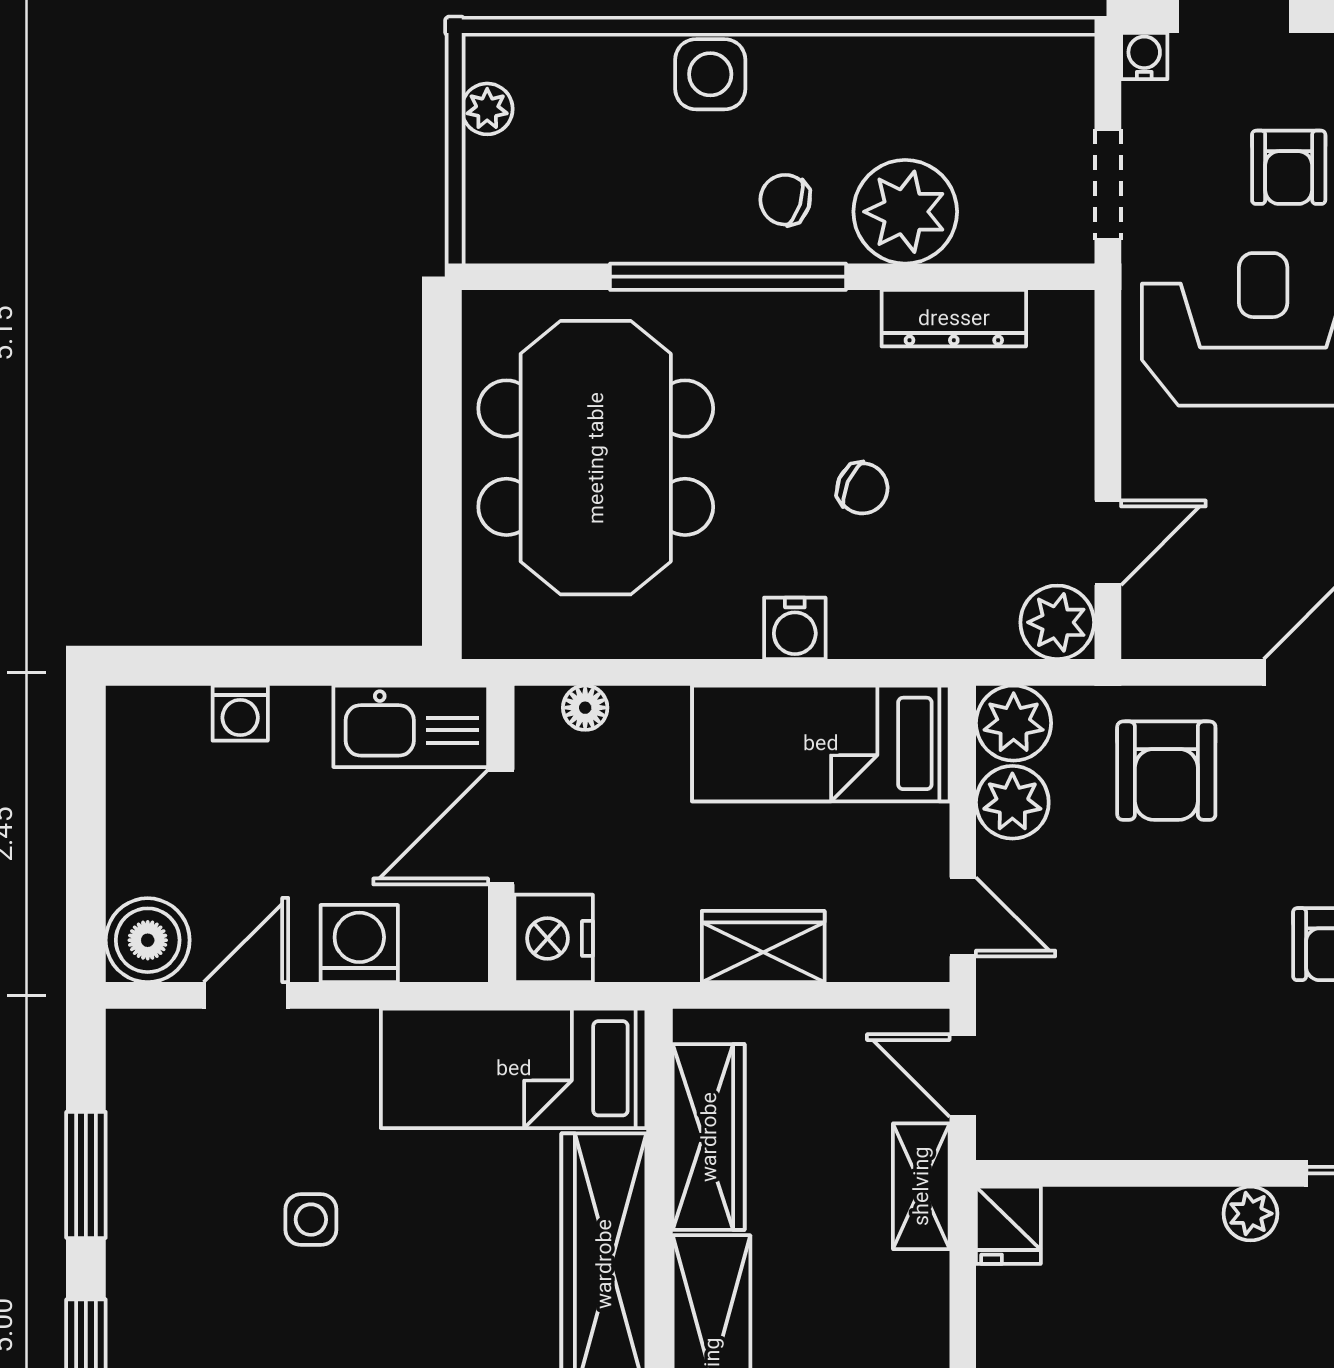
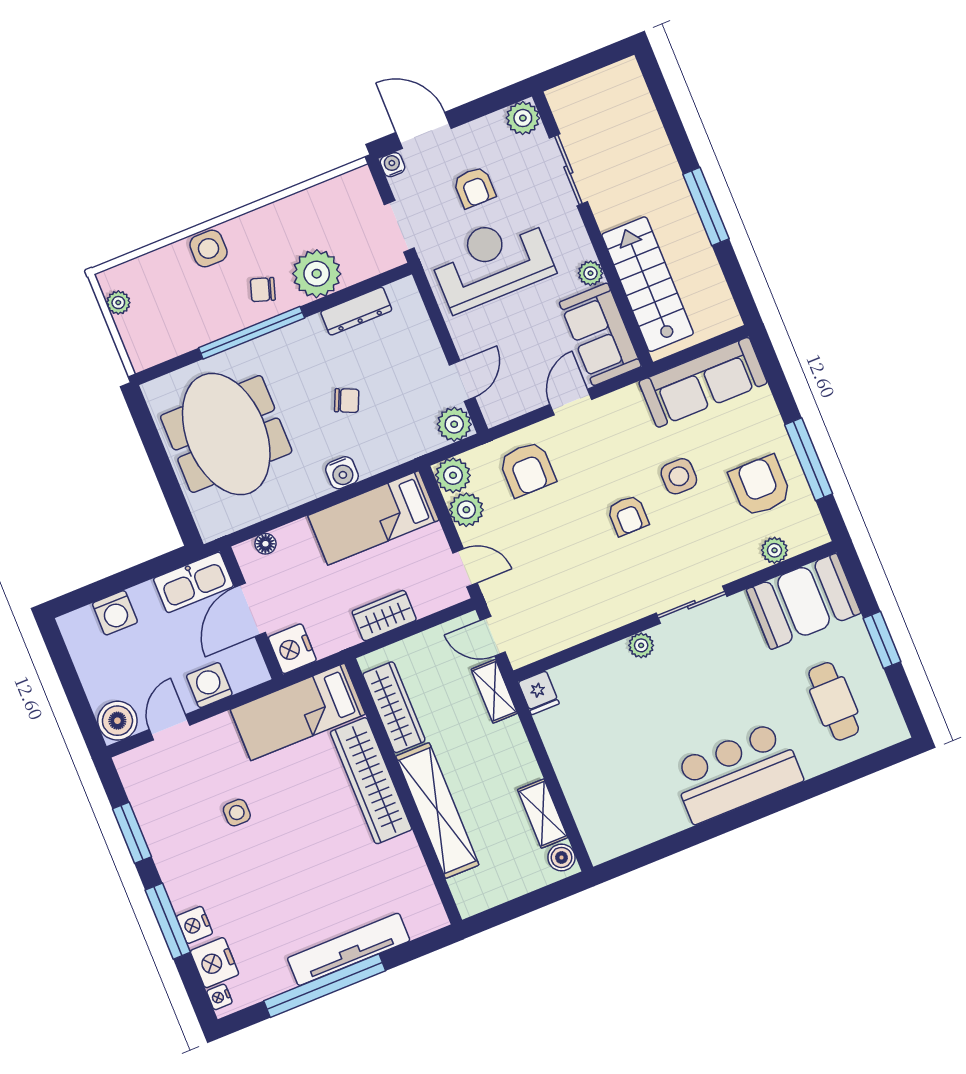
washing machine: (240, 713) -> (115, 613), width x1.38, depth x1.38

